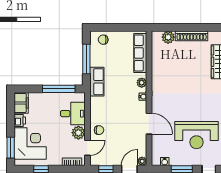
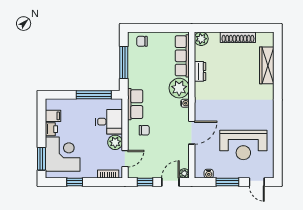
plant: (168, 37) -> (201, 39), moved
dresser: (157, 67) -> (200, 71), added
row of seats: (97, 82) -> (135, 104), moved
plant: (142, 83) -> (179, 88), width x1.87, depth x1.87
filing cabinet: (21, 103) -> (53, 116), width x0.50
door: (149, 124) -> (192, 133), hinge flipped
chair: (99, 130) -> (144, 130), moved

